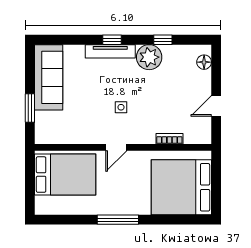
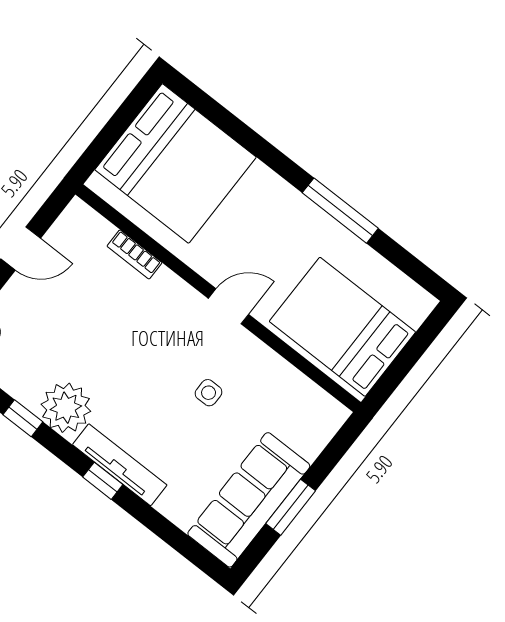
side table: (121, 107) -> (209, 393), moved
window: (30, 108) -> (291, 507), moved
window: (118, 220) -> (340, 211), moved

